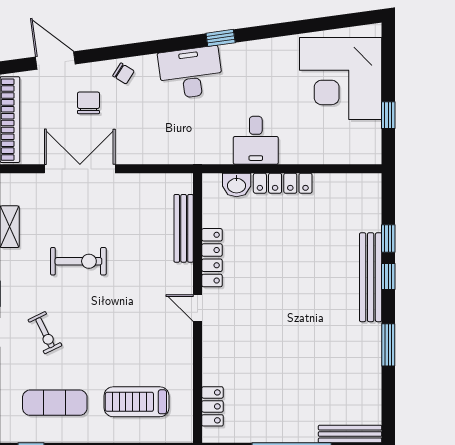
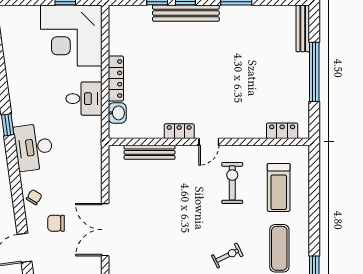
corner desk: (341, 78) -> (71, 35), moved, turned 90
locker: (212, 258) -> (179, 131), width x0.66
exercise bike: (78, 261) -> (232, 183), moved

